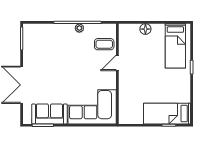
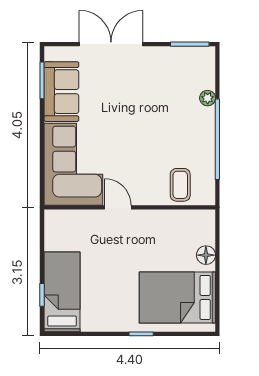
plant: (79, 28) -> (208, 98), moved
bed: (175, 46) -> (177, 297), width x1.50
door: (117, 63) -> (118, 207), moved

